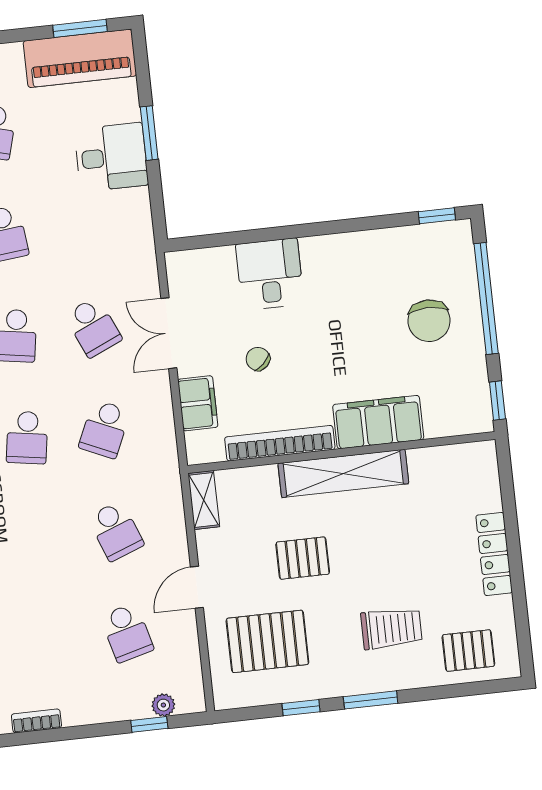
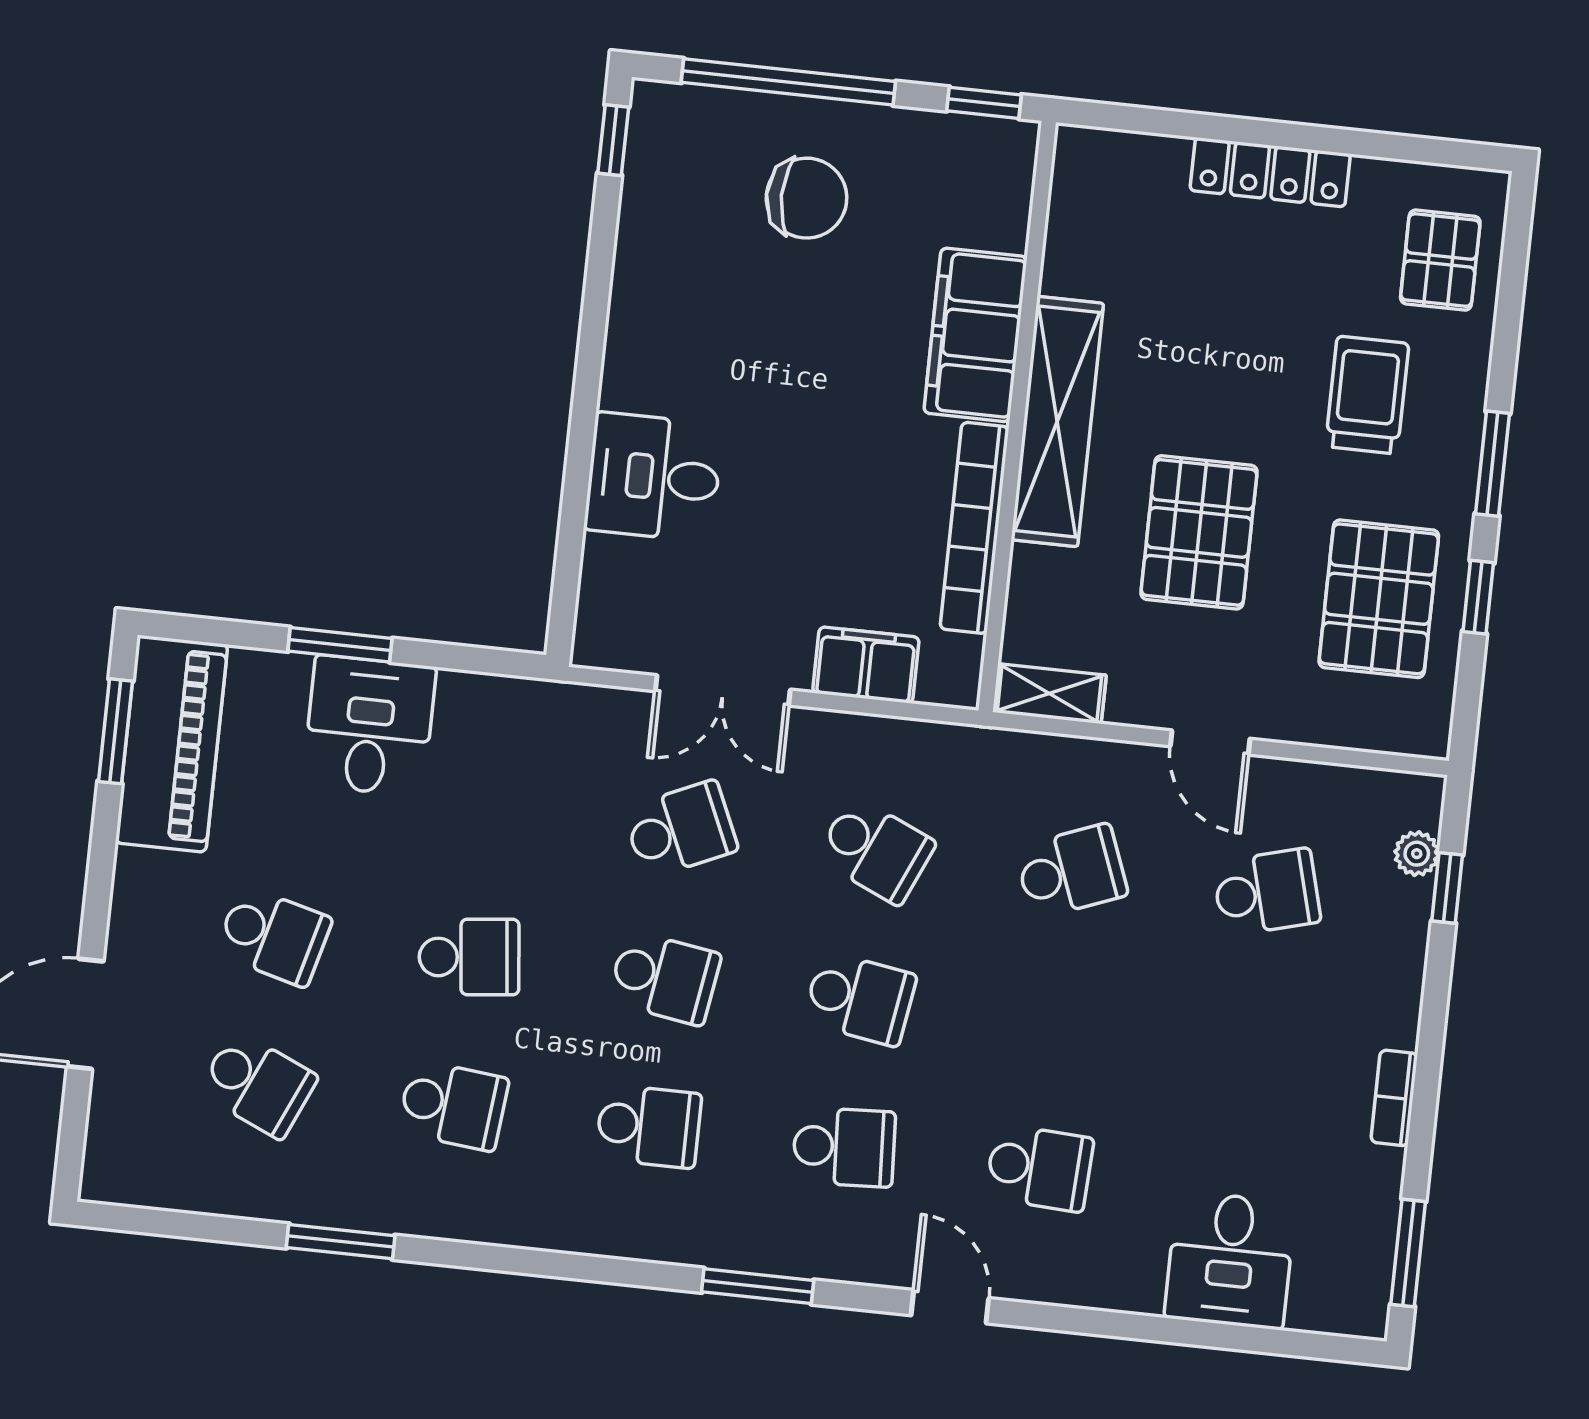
chair: (258, 359) -> (808, 534), removed
pallet: (303, 558) -> (1199, 532), width x1.50, depth x1.42
pallet: (267, 641) -> (1379, 599), moved

